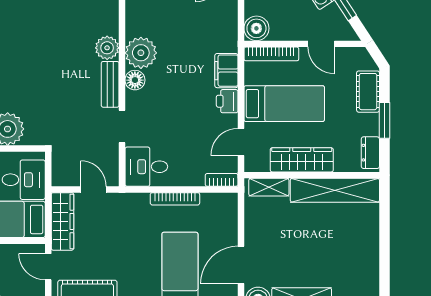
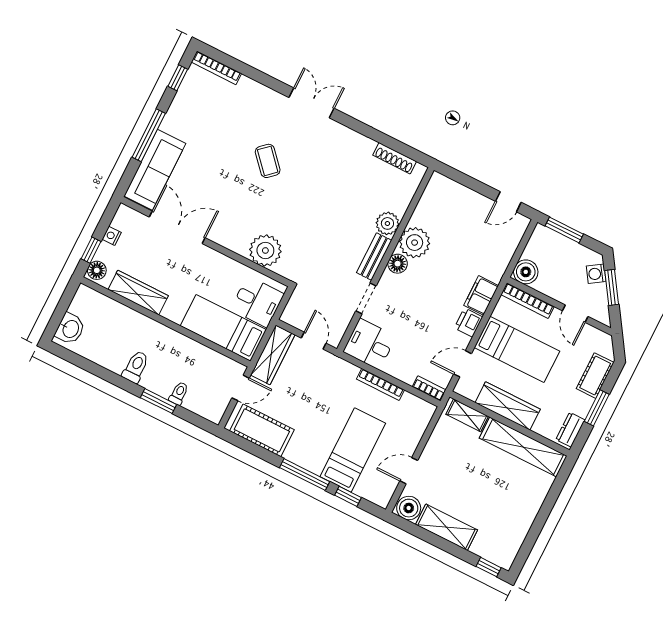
door: (241, 265) -> (409, 471), width x0.73
door: (48, 267) -> (241, 388), swing flipped

